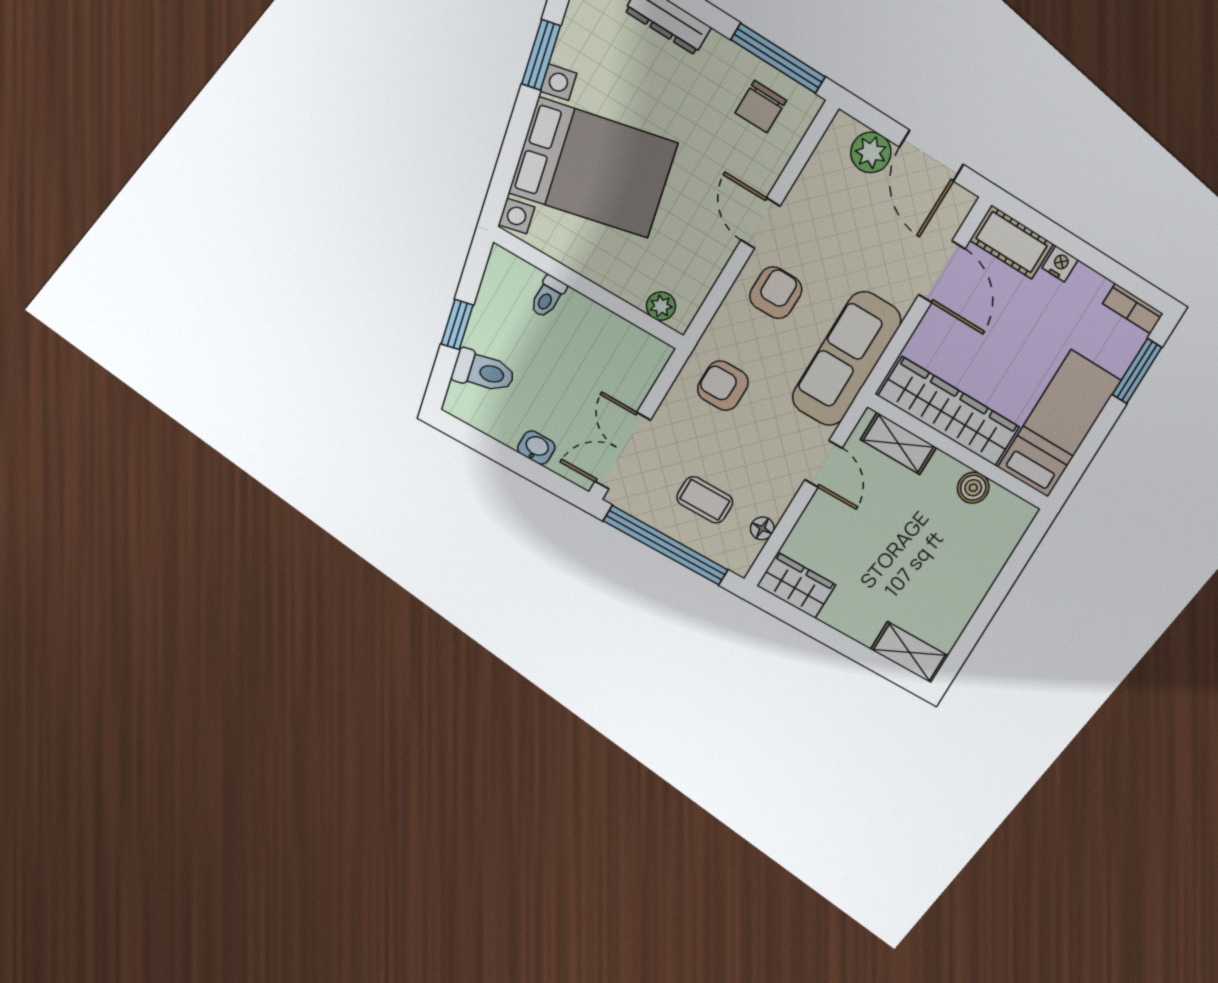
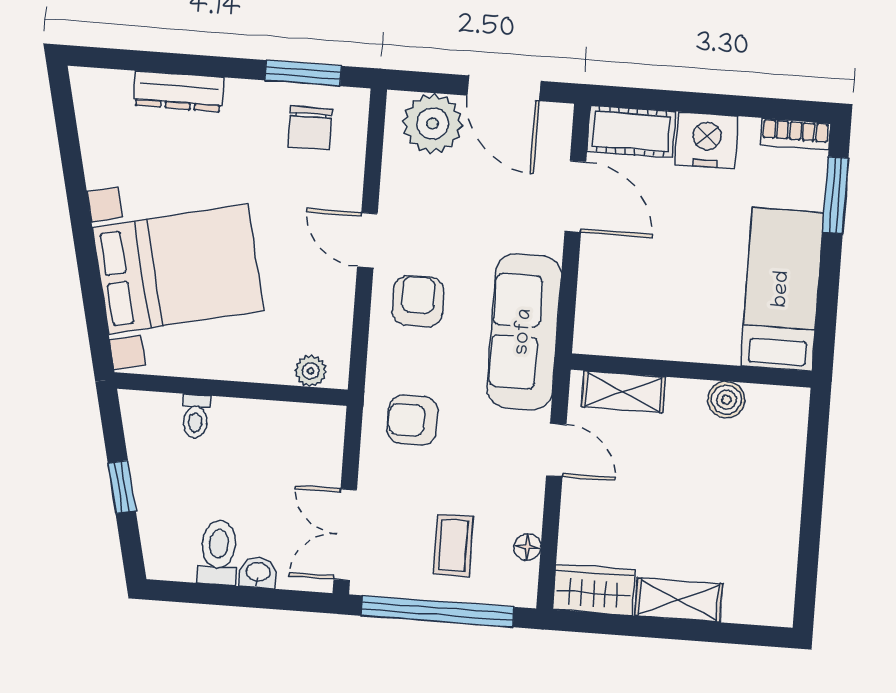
window: (541, 55) -> (76, 187), removed
window: (778, 58) -> (303, 73), width x0.69
plant: (871, 152) -> (433, 124), width x1.36, depth x1.36
nightstand: (1060, 264) -> (707, 140), width x1.89, depth x1.79
toilet: (484, 371) -> (218, 552), moved, turned -77
wardrobe: (949, 411) -> (658, 333), removed
coffee table: (705, 500) -> (453, 545), turned 90
shelving: (909, 653) -> (679, 600), moved

